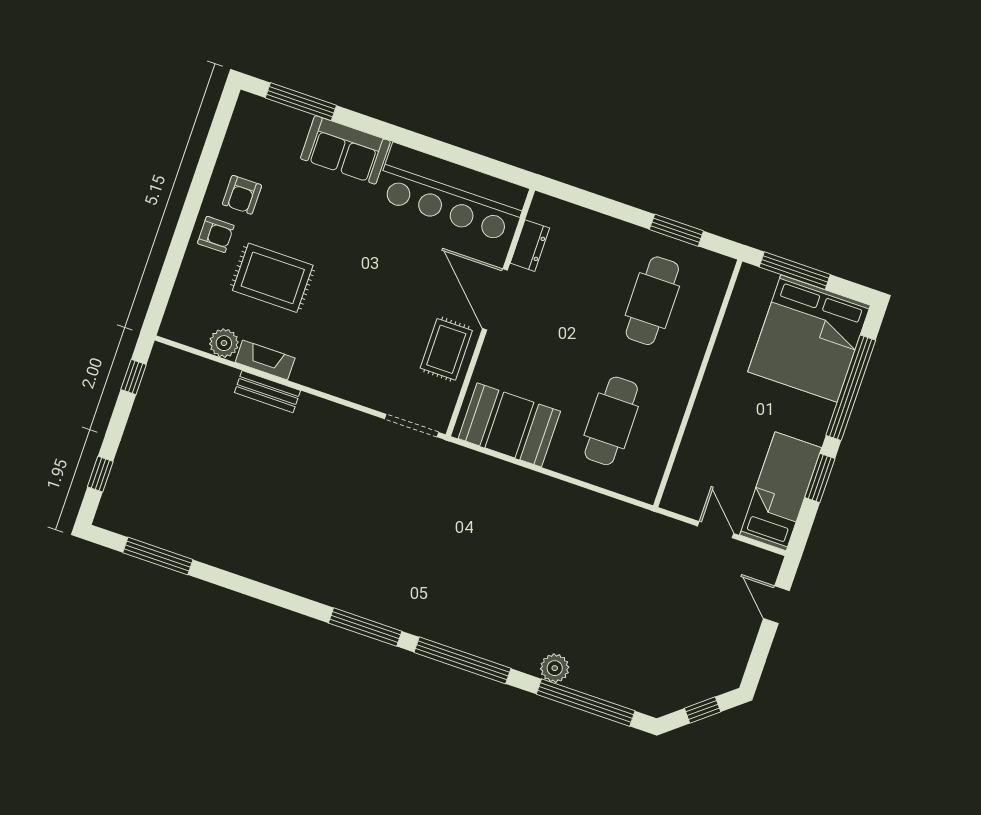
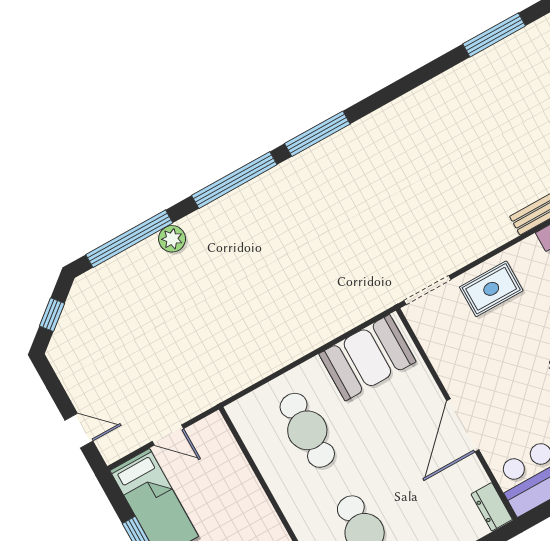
dresser: (530, 246) -> (492, 507), moved
door: (495, 299) -> (463, 425), swing flipped
rug: (446, 349) -> (491, 289), moved, turned 90

